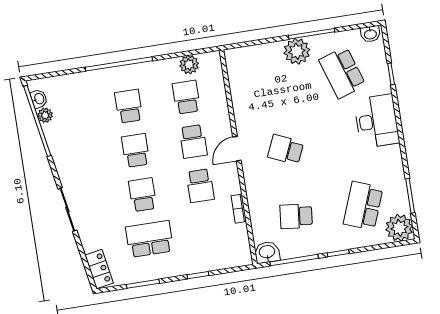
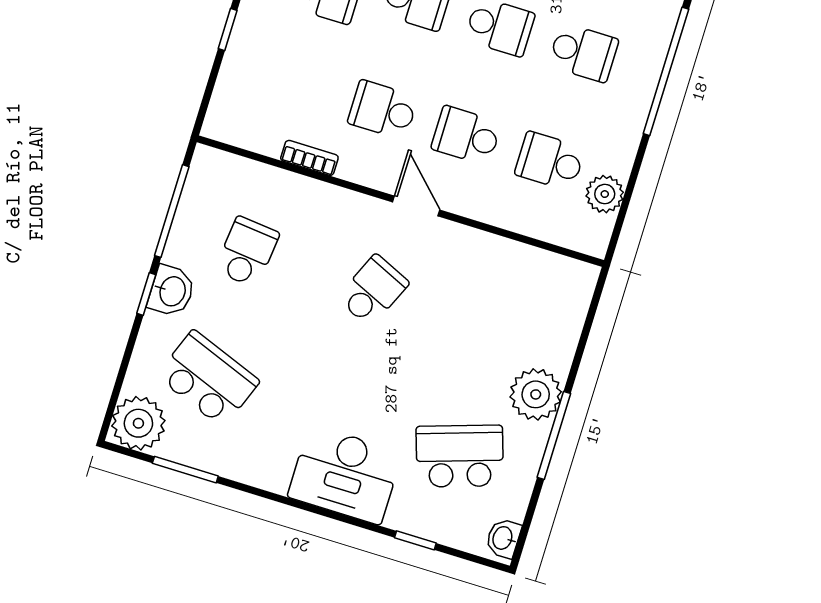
school desk: (186, 97) -> (550, 161), turned 180
washbasin: (267, 252) -> (171, 291), moved

